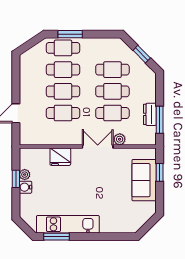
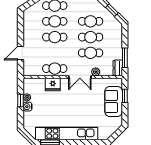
cafe table: (63, 113) -> (55, 69), moved
dresser: (150, 114) -> (118, 68), moved
double door: (98, 147) -> (80, 77), swing flipped
kitchen unit: (68, 224) -> (67, 133), width x1.36

